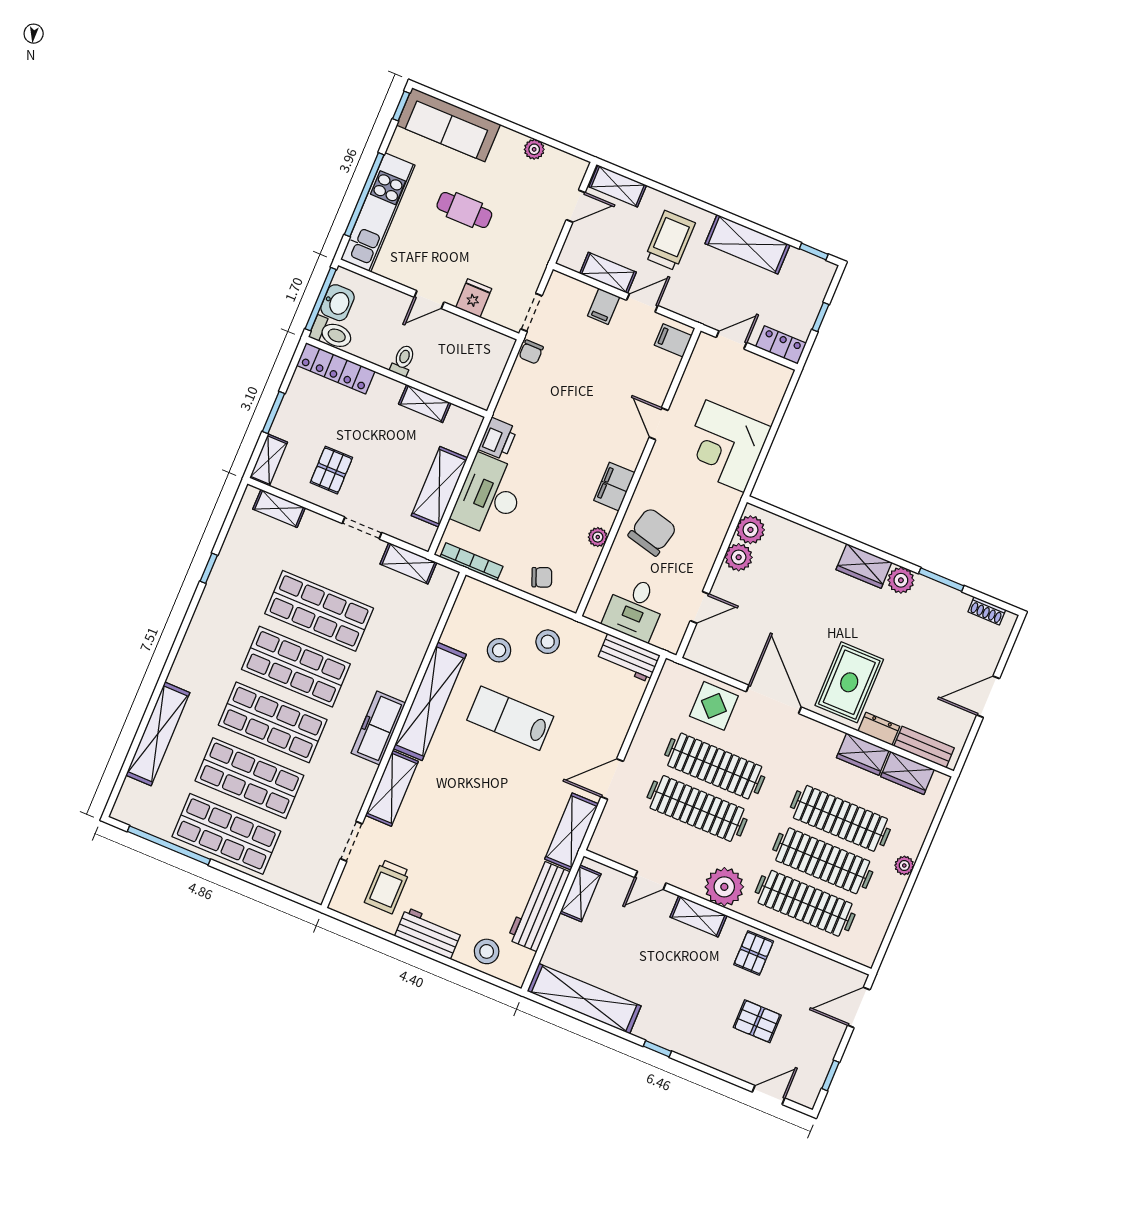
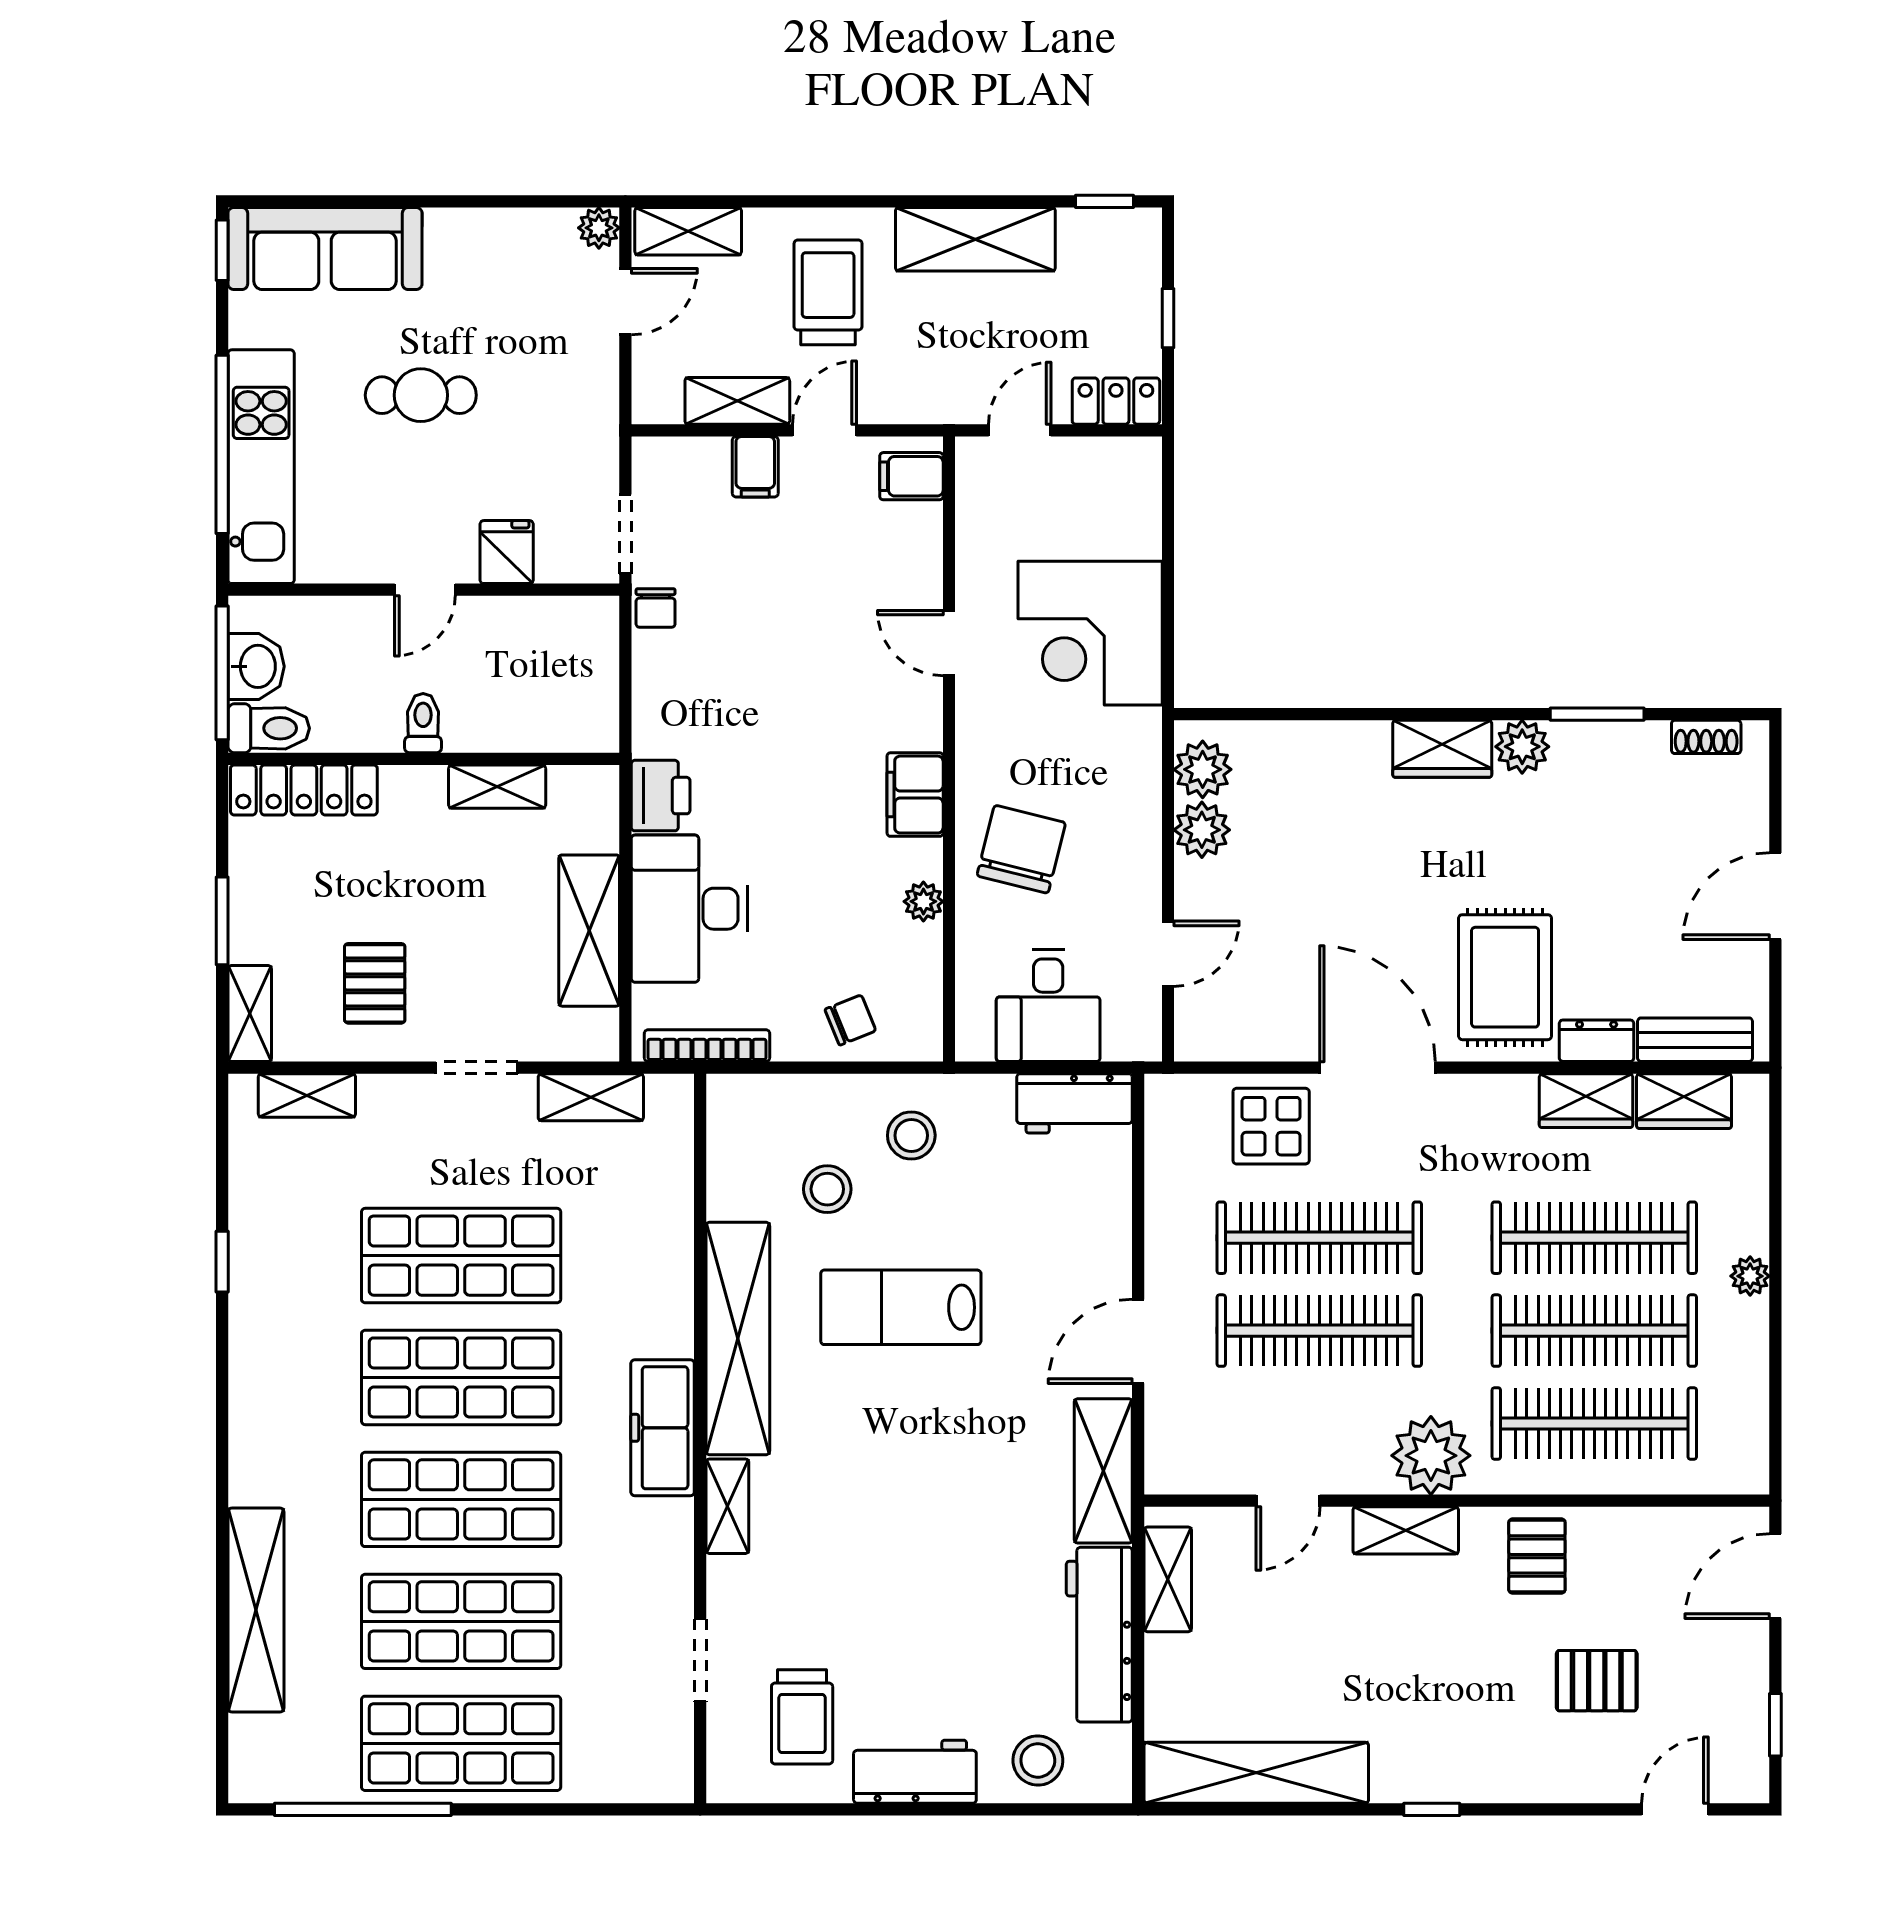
plant: (534, 149) -> (599, 228), moved
shelving: (392, 788) -> (727, 1506), width x0.67, depth x0.75

